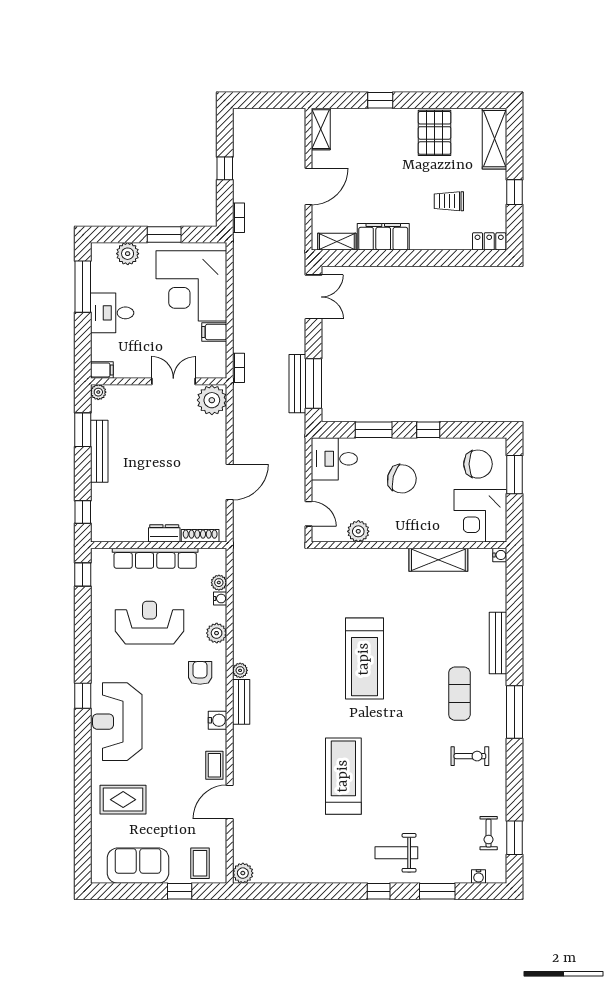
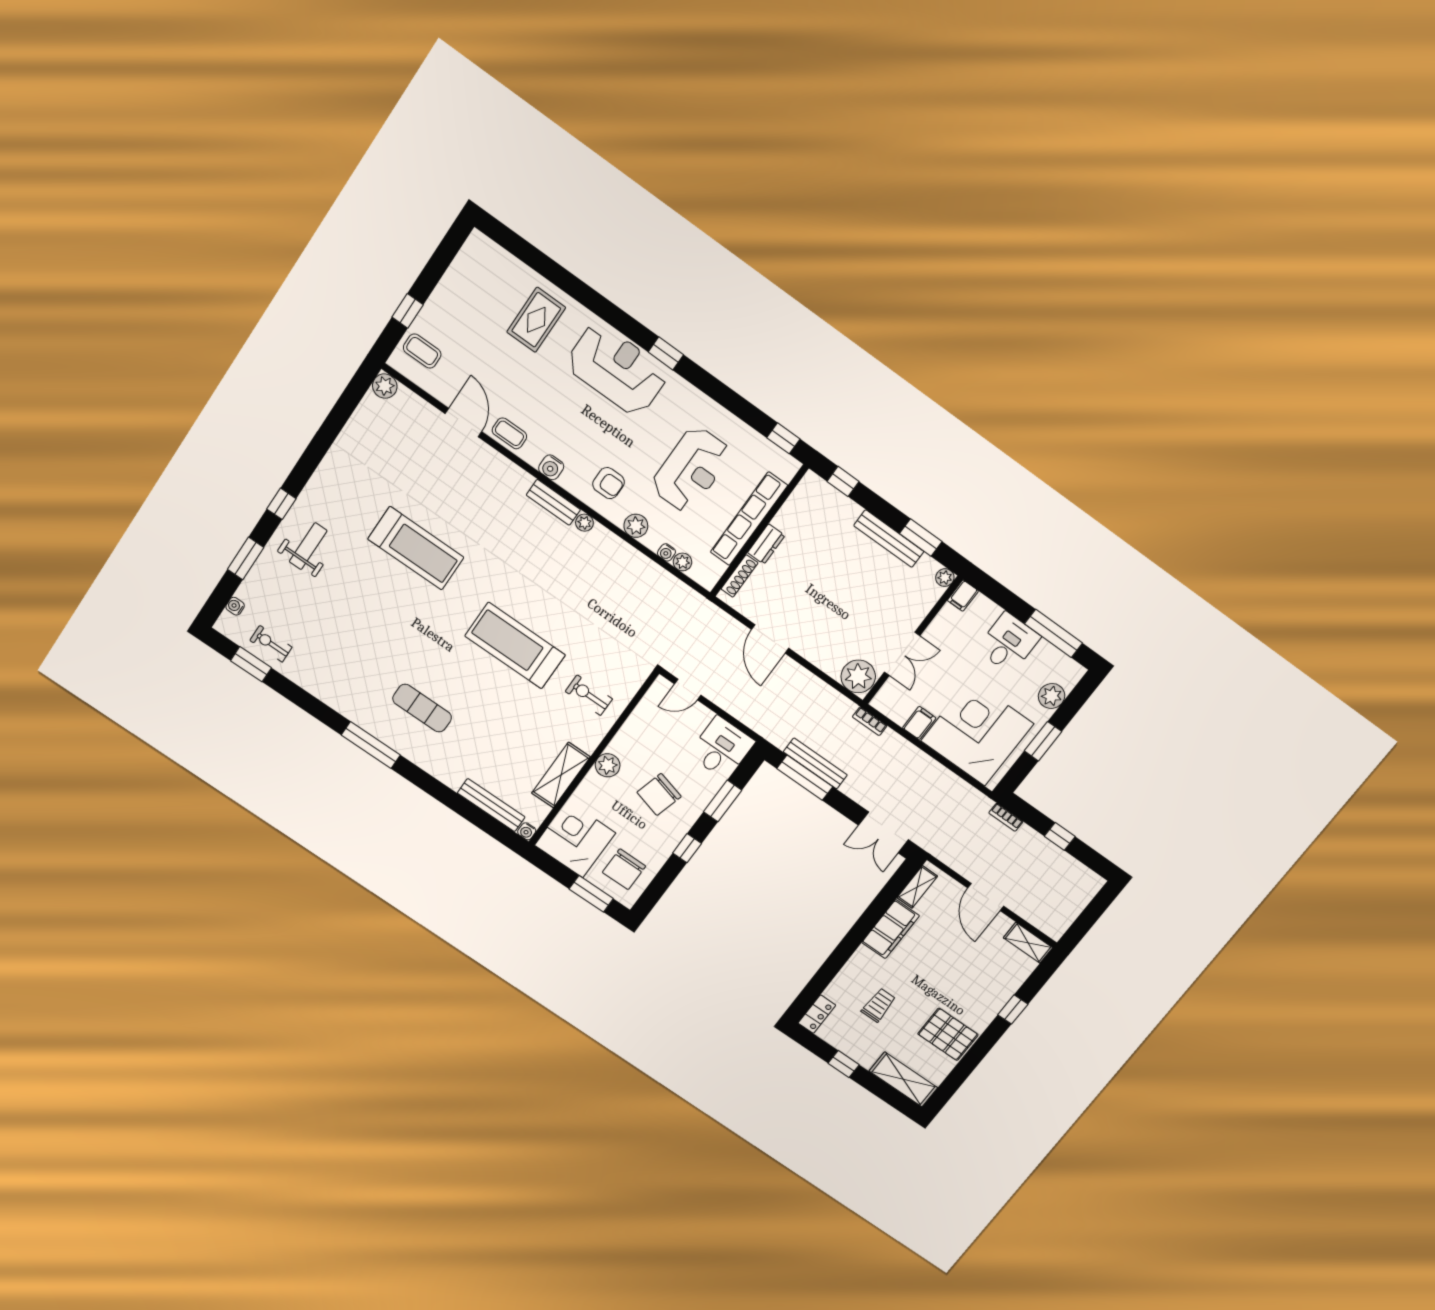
plant: (358, 531) -> (608, 765), moved
bench: (498, 643) -> (491, 805), moved
exercise bike: (470, 756) -> (589, 695), moved, turned 90
sofa: (138, 866) -> (461, 288), removed

